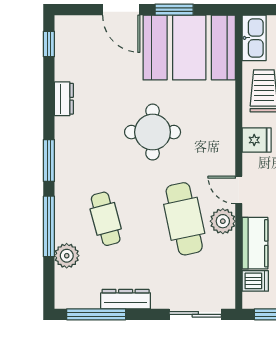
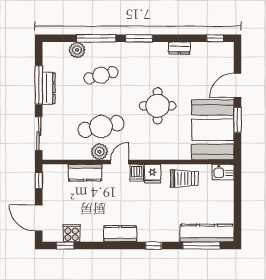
kitchen sink: (254, 38) -> (223, 172), width x0.73
dishwasher: (255, 281) -> (137, 173), moved
window: (96, 314) -> (39, 85), moved

